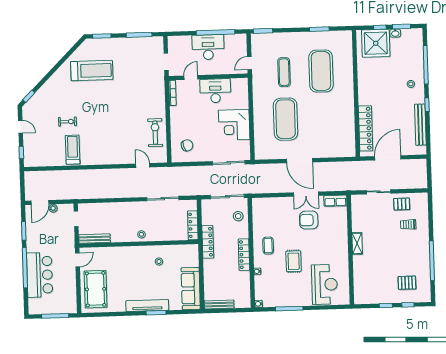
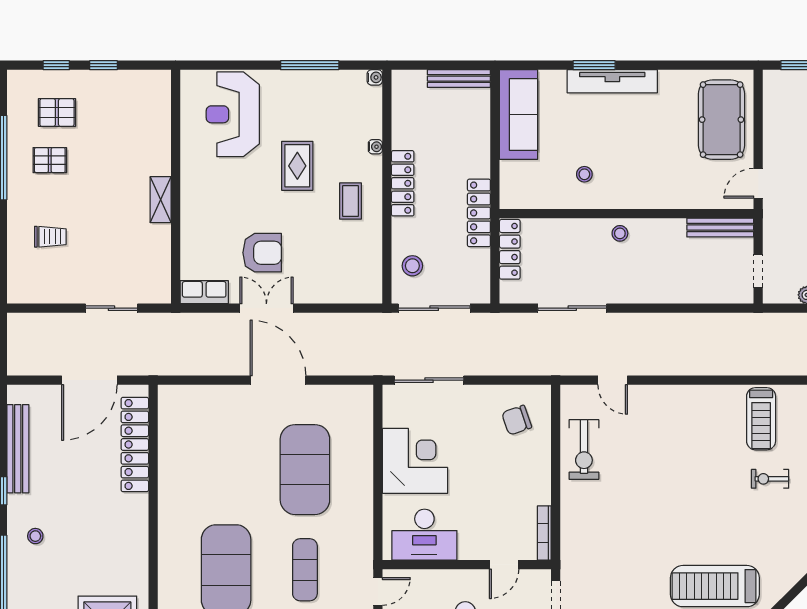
desk: (215, 91) -> (424, 535), moved
pallet: (402, 204) -> (50, 160), moved

